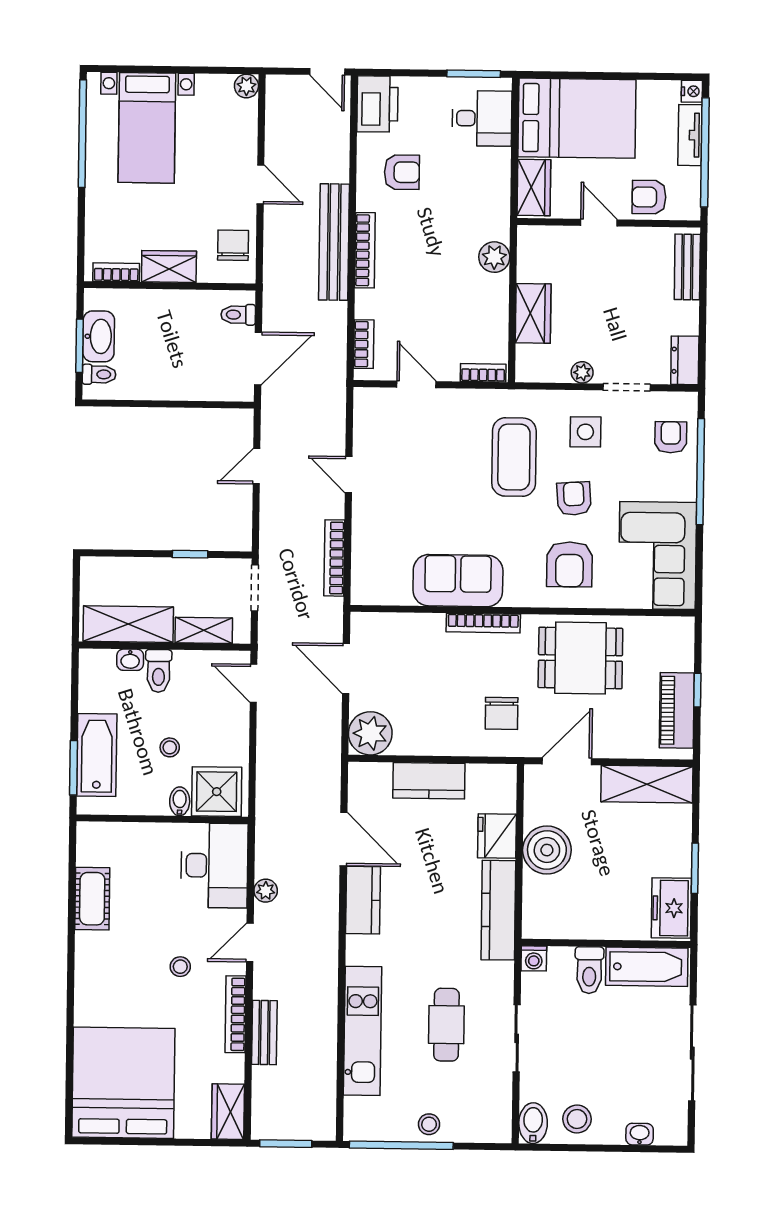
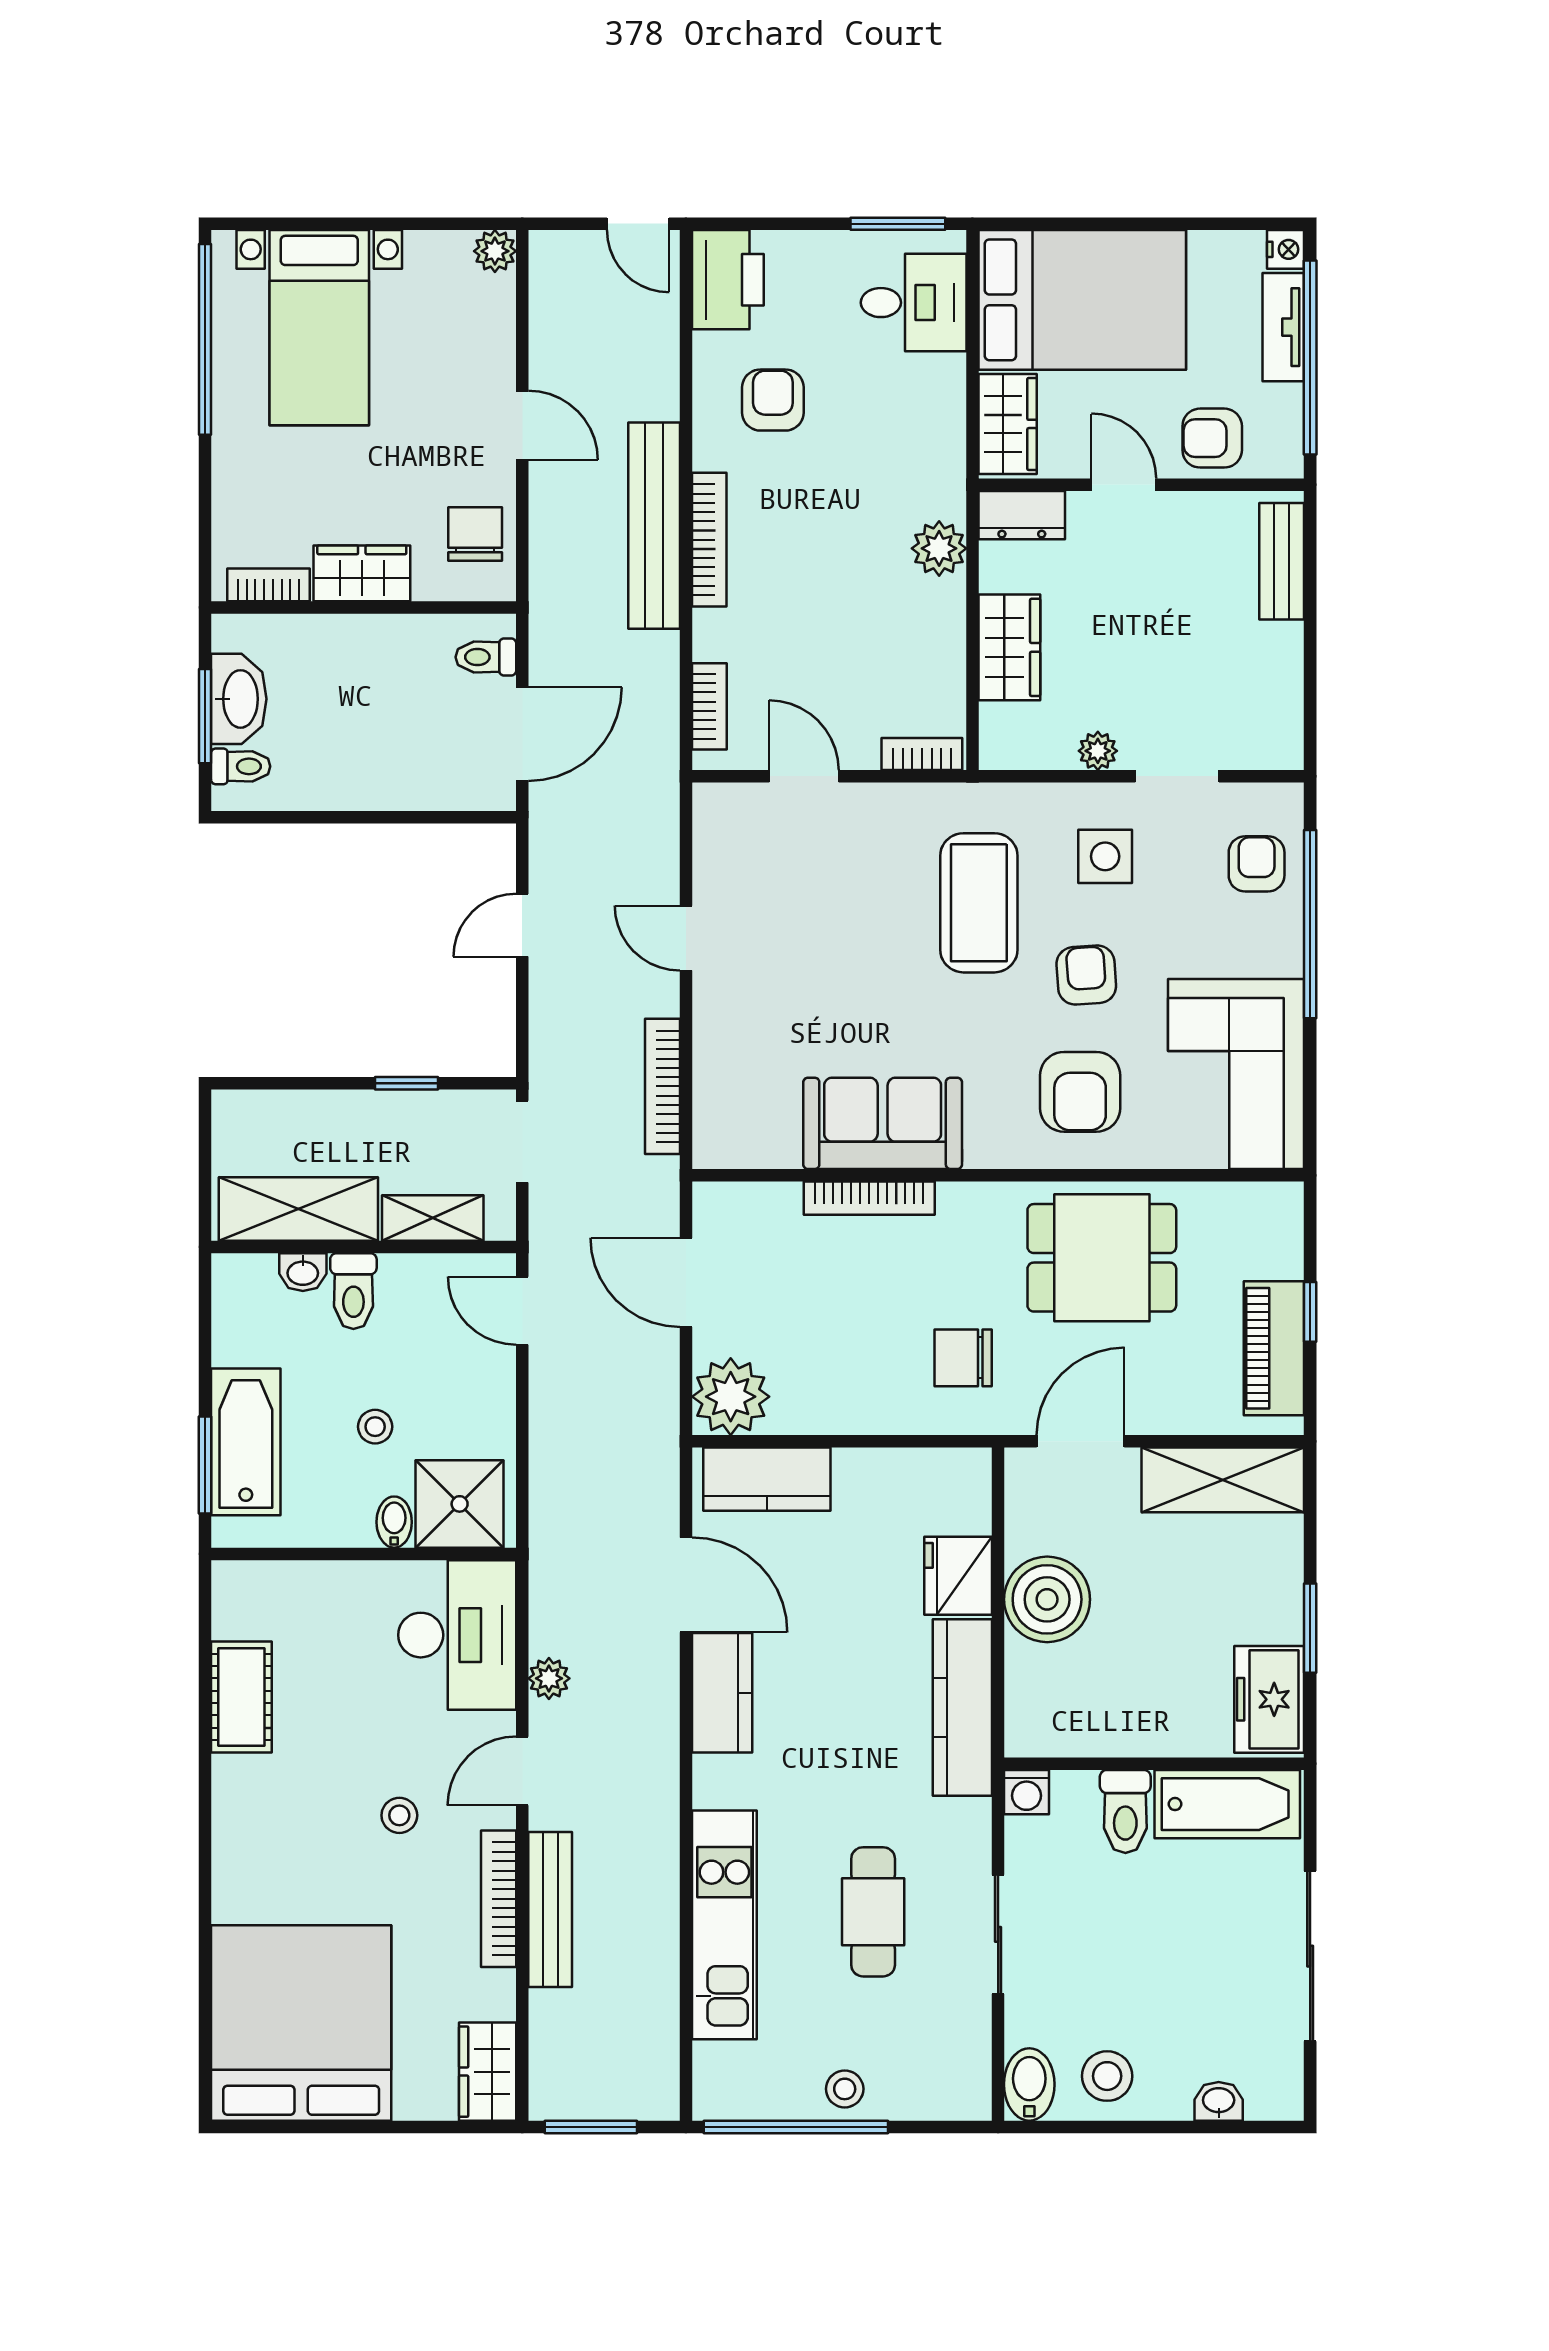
armchair: (402, 172) -> (773, 400), turned -90
dresser: (685, 360) -> (1022, 515), moved, turned -90
bookcase: (483, 623) -> (869, 1198), moved
chair: (502, 713) -> (963, 1358), turned 90
kitchen counter: (429, 781) -> (767, 1479), moved
bench: (264, 1033) -> (550, 1909), width x1.36

